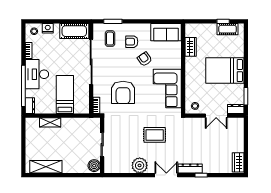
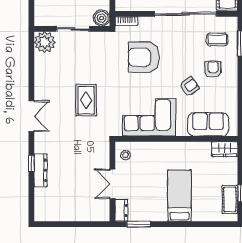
sofa: (166, 32) -> (208, 124), moved, turned 90
wardrobe: (191, 47) -> (225, 149), moved
bed: (225, 71) -> (179, 196), width x0.67
wardrobe: (238, 162) -> (49, 214), removed
plant: (140, 165) -> (45, 42), moved
boiler: (94, 166) -> (102, 18), moved
dresser: (190, 168) -> (40, 170), moved

